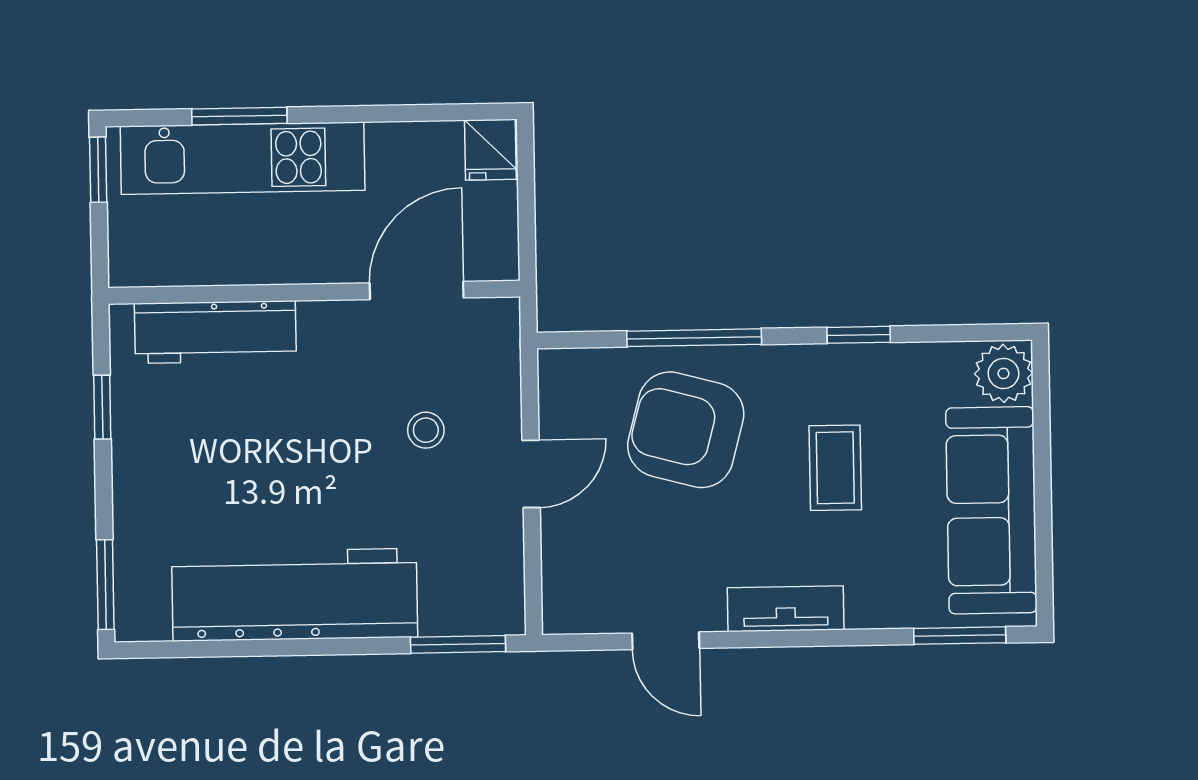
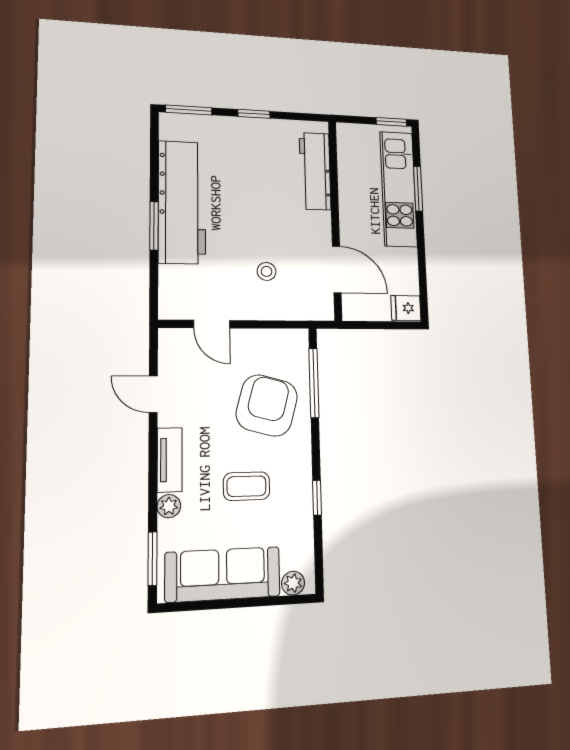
window: (694, 338) -> (314, 383), moved
plant: (1003, 373) -> (293, 583), width x0.73, depth x0.73
window: (102, 407) -> (254, 114), moved
door: (531, 474) -> (212, 324), moved
plant: (869, 609) -> (169, 506), added
door: (666, 641) -> (153, 394), hinge flipped
window: (458, 644) -> (154, 226), moved

